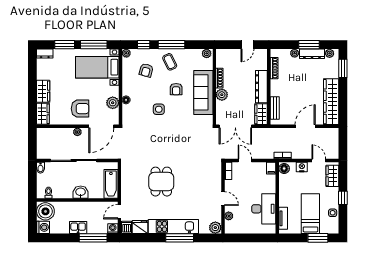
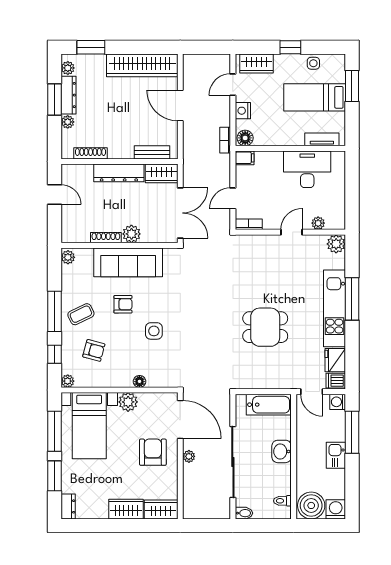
plant: (113, 103) -> (128, 402), moved

